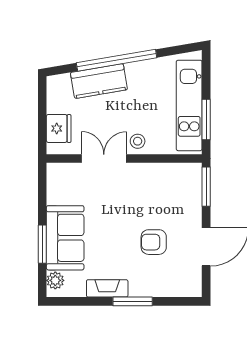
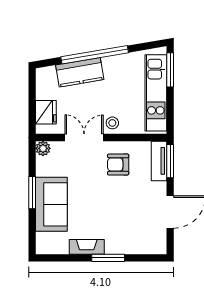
window: (206, 119) -> (170, 70), moved
tv unit: (193, 186) -> (159, 161), added
armchair: (154, 242) -> (118, 164), moved
window: (42, 244) -> (32, 193), moved
plant: (55, 280) -> (43, 148), moved

